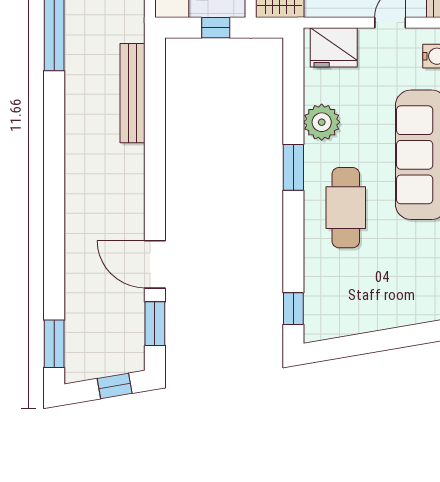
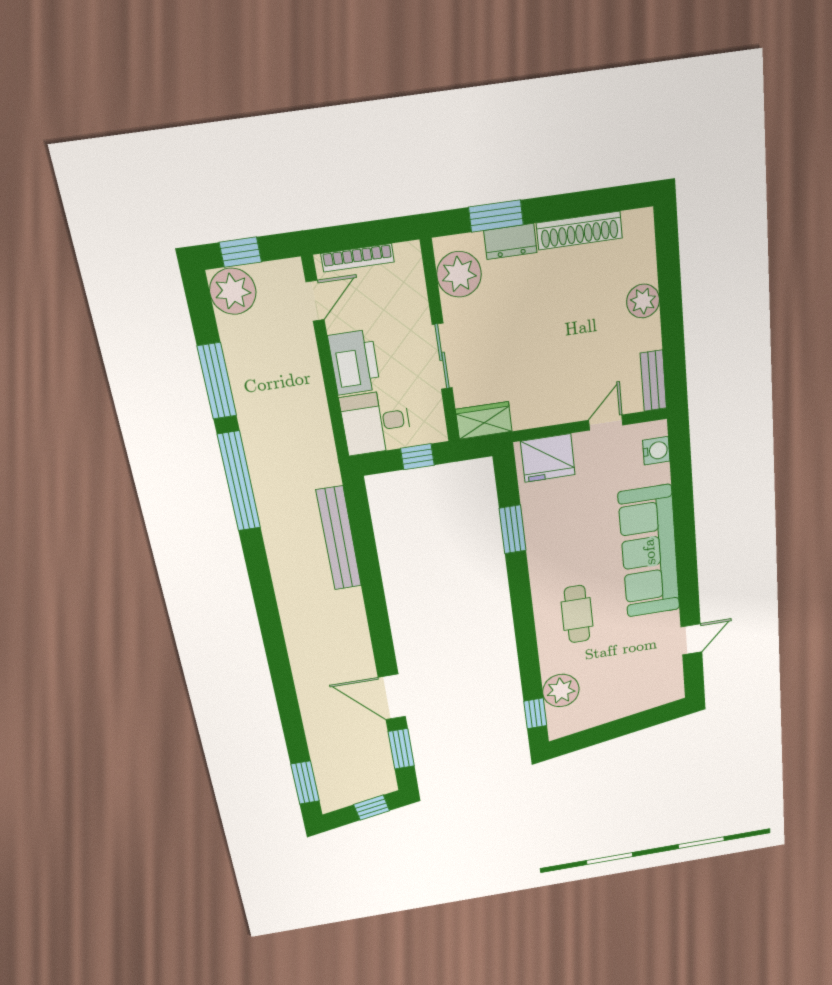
plant: (322, 122) -> (561, 691), moved
window: (293, 167) -> (513, 529), moved
cafe table: (346, 208) -> (577, 614), width x0.73, depth x0.74

